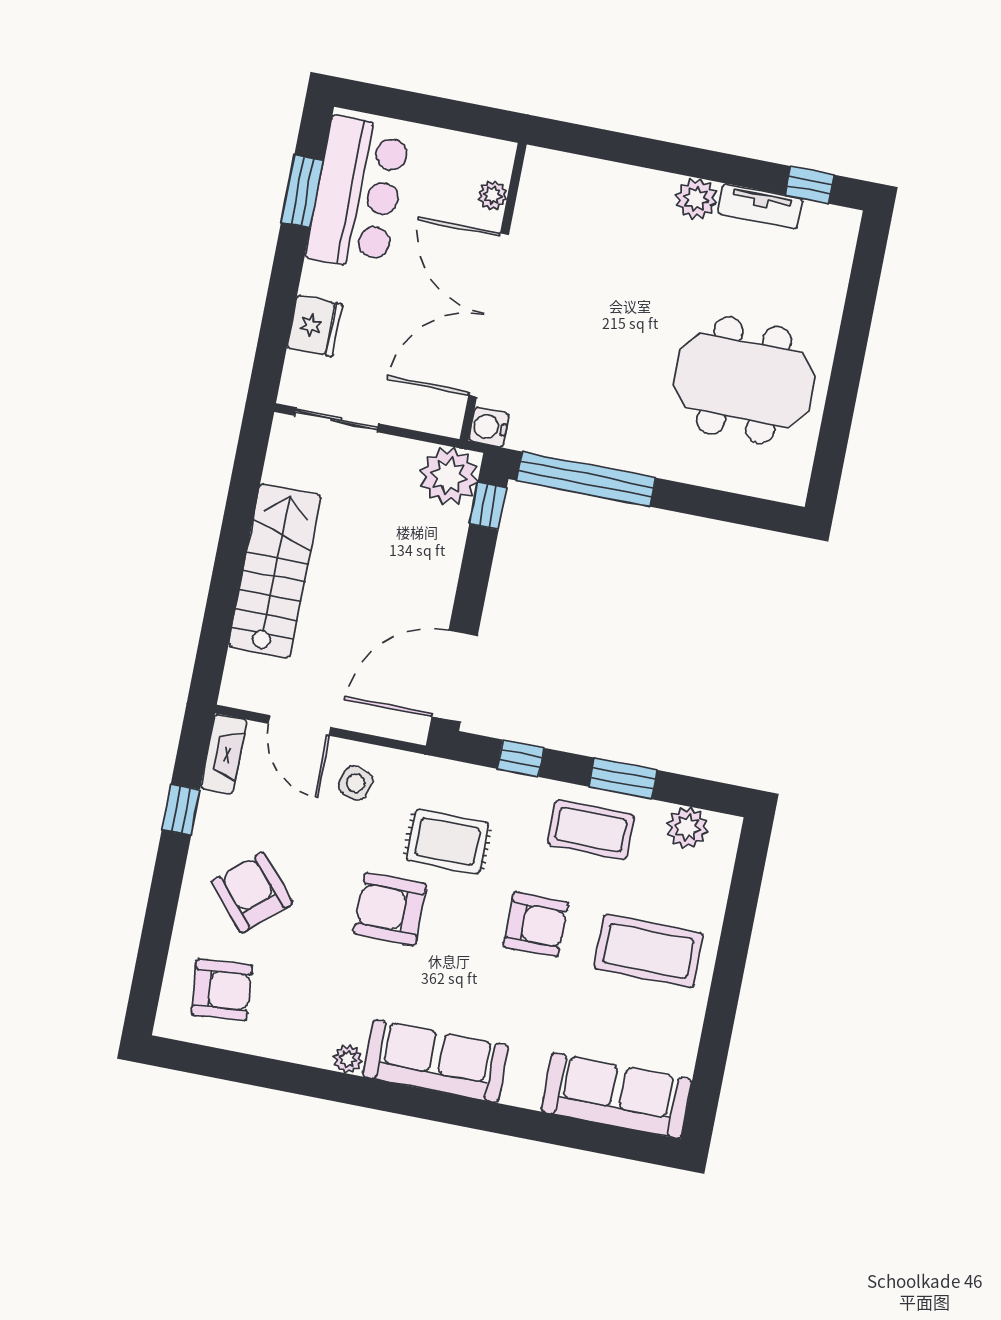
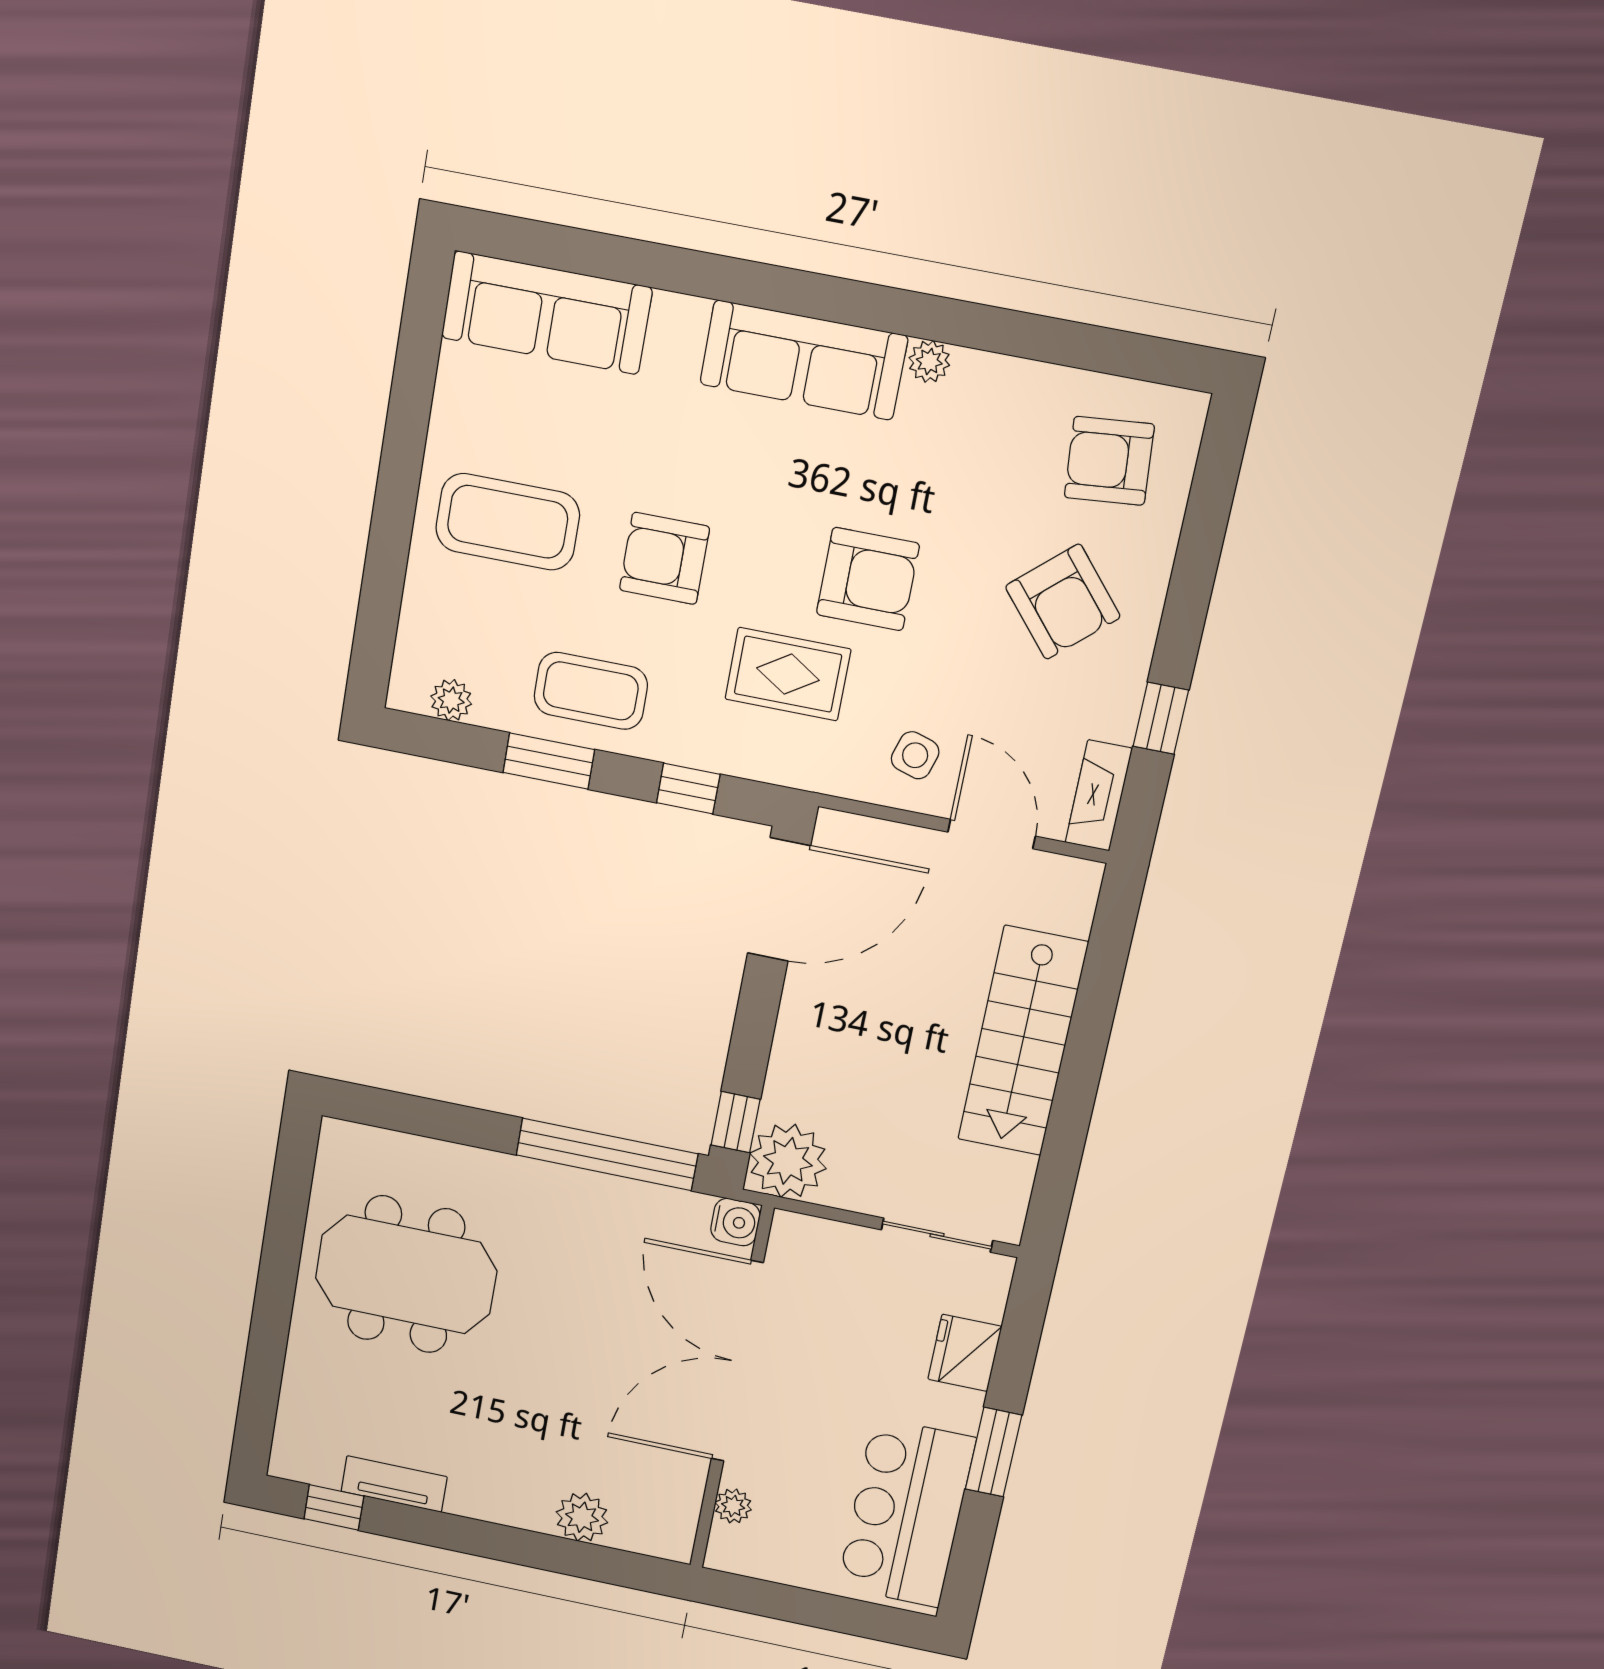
window: (302, 191) -> (994, 1452), moved
plant: (696, 199) -> (582, 1517), moved
double door: (489, 315) -> (737, 1361), swing flipped
plant: (687, 828) -> (451, 700), width x0.73, depth x0.73

